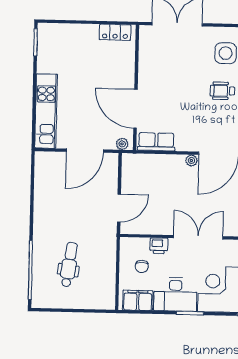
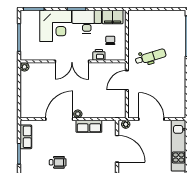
row of seats: (156, 142) -> (89, 126), moved
door: (85, 151) -> (151, 119), hinge flipped
dental chair: (69, 265) -> (151, 57), moved, turned -115

